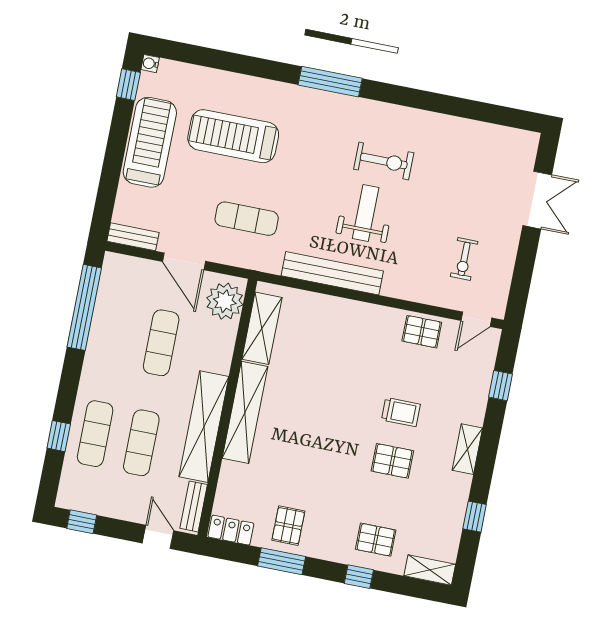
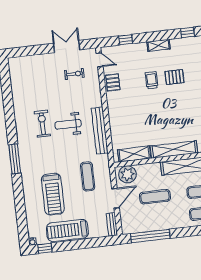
double door: (537, 200) -> (67, 46), moved
pallet: (392, 461) -> (175, 77), turned 90

